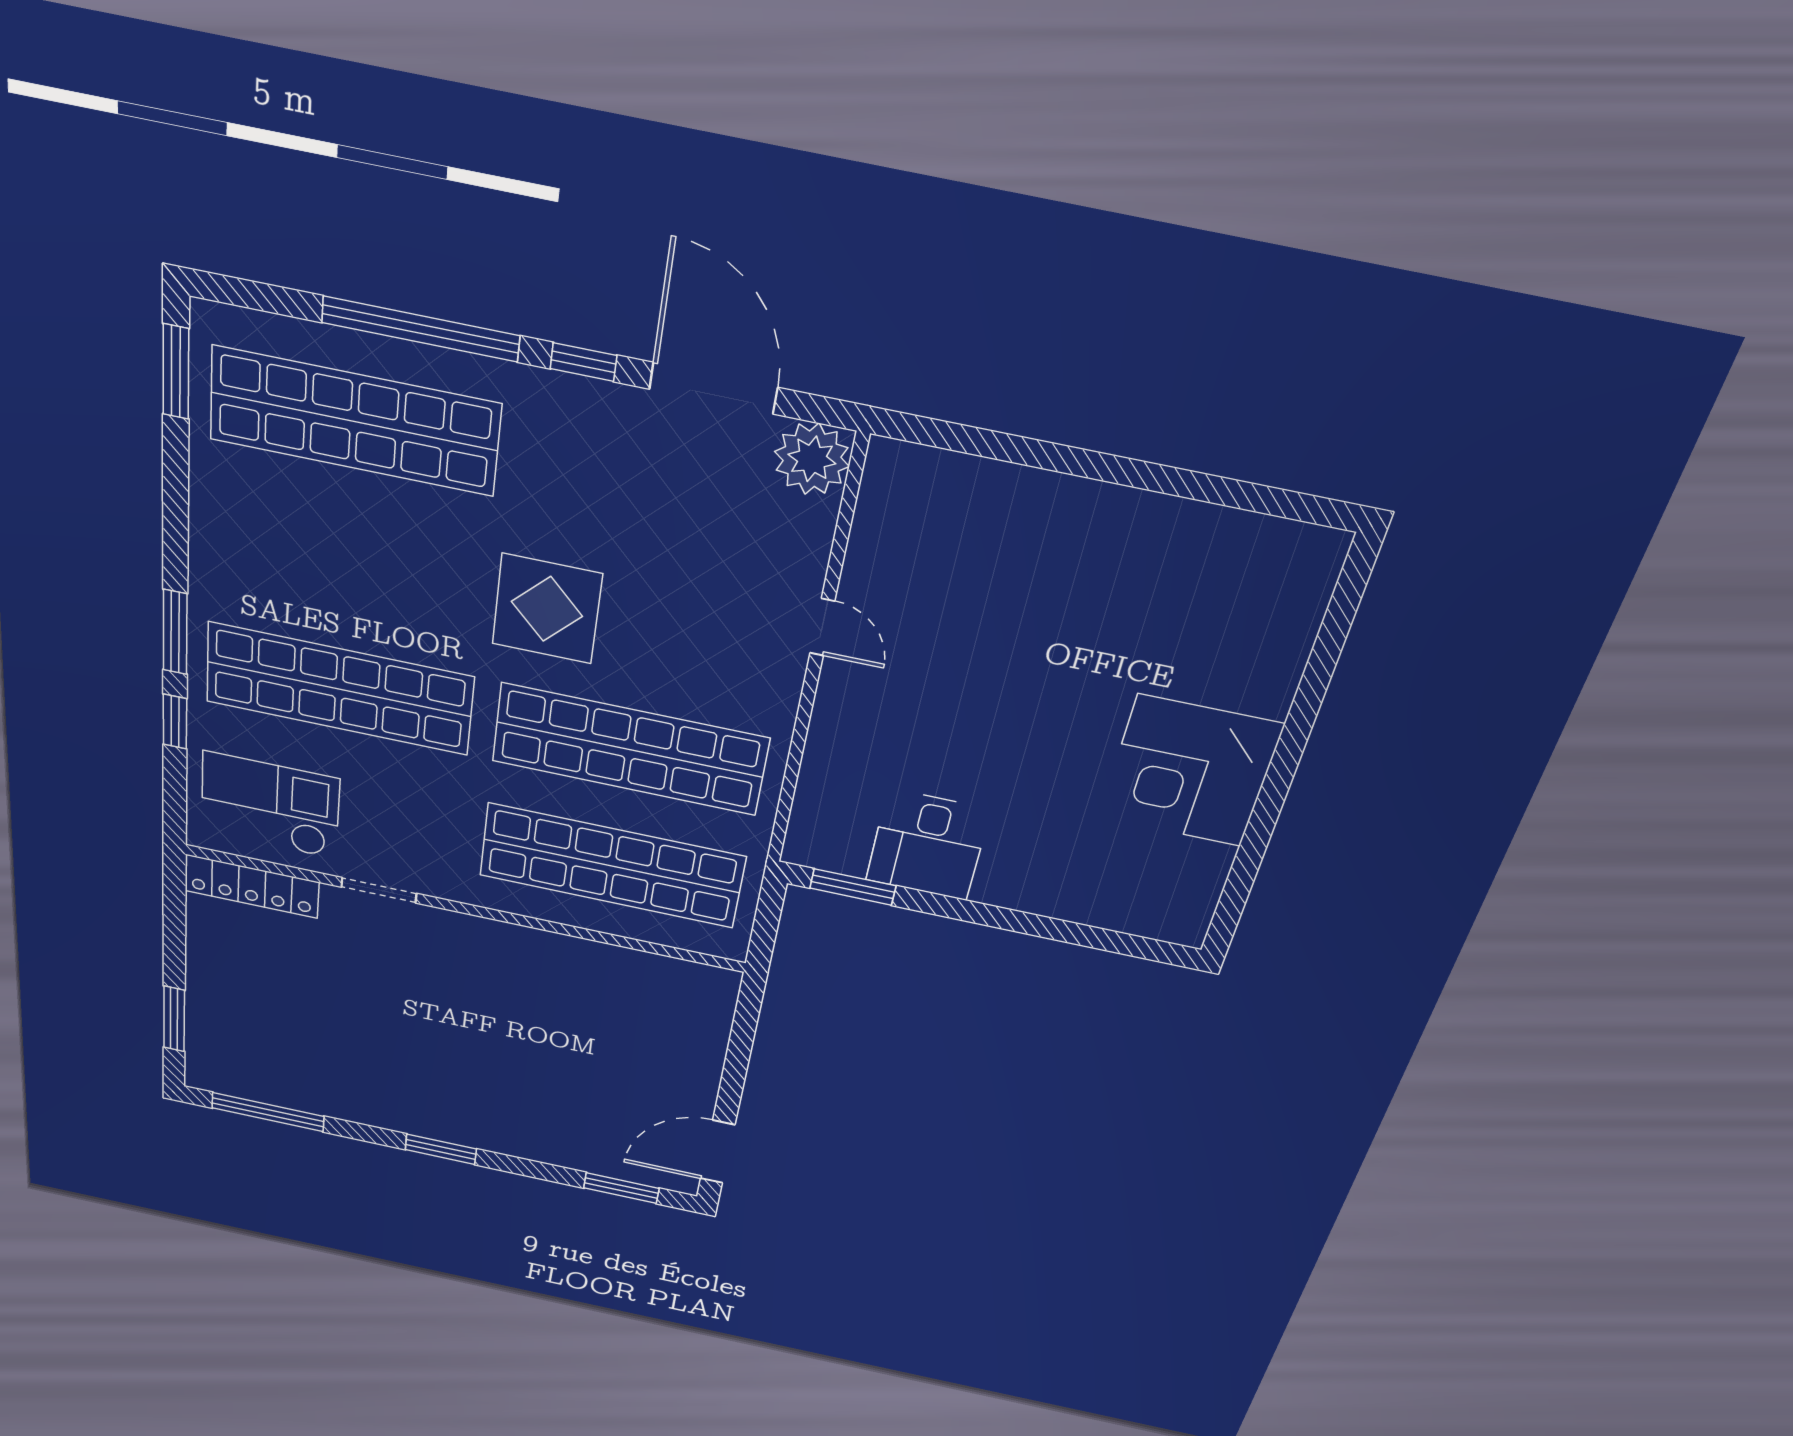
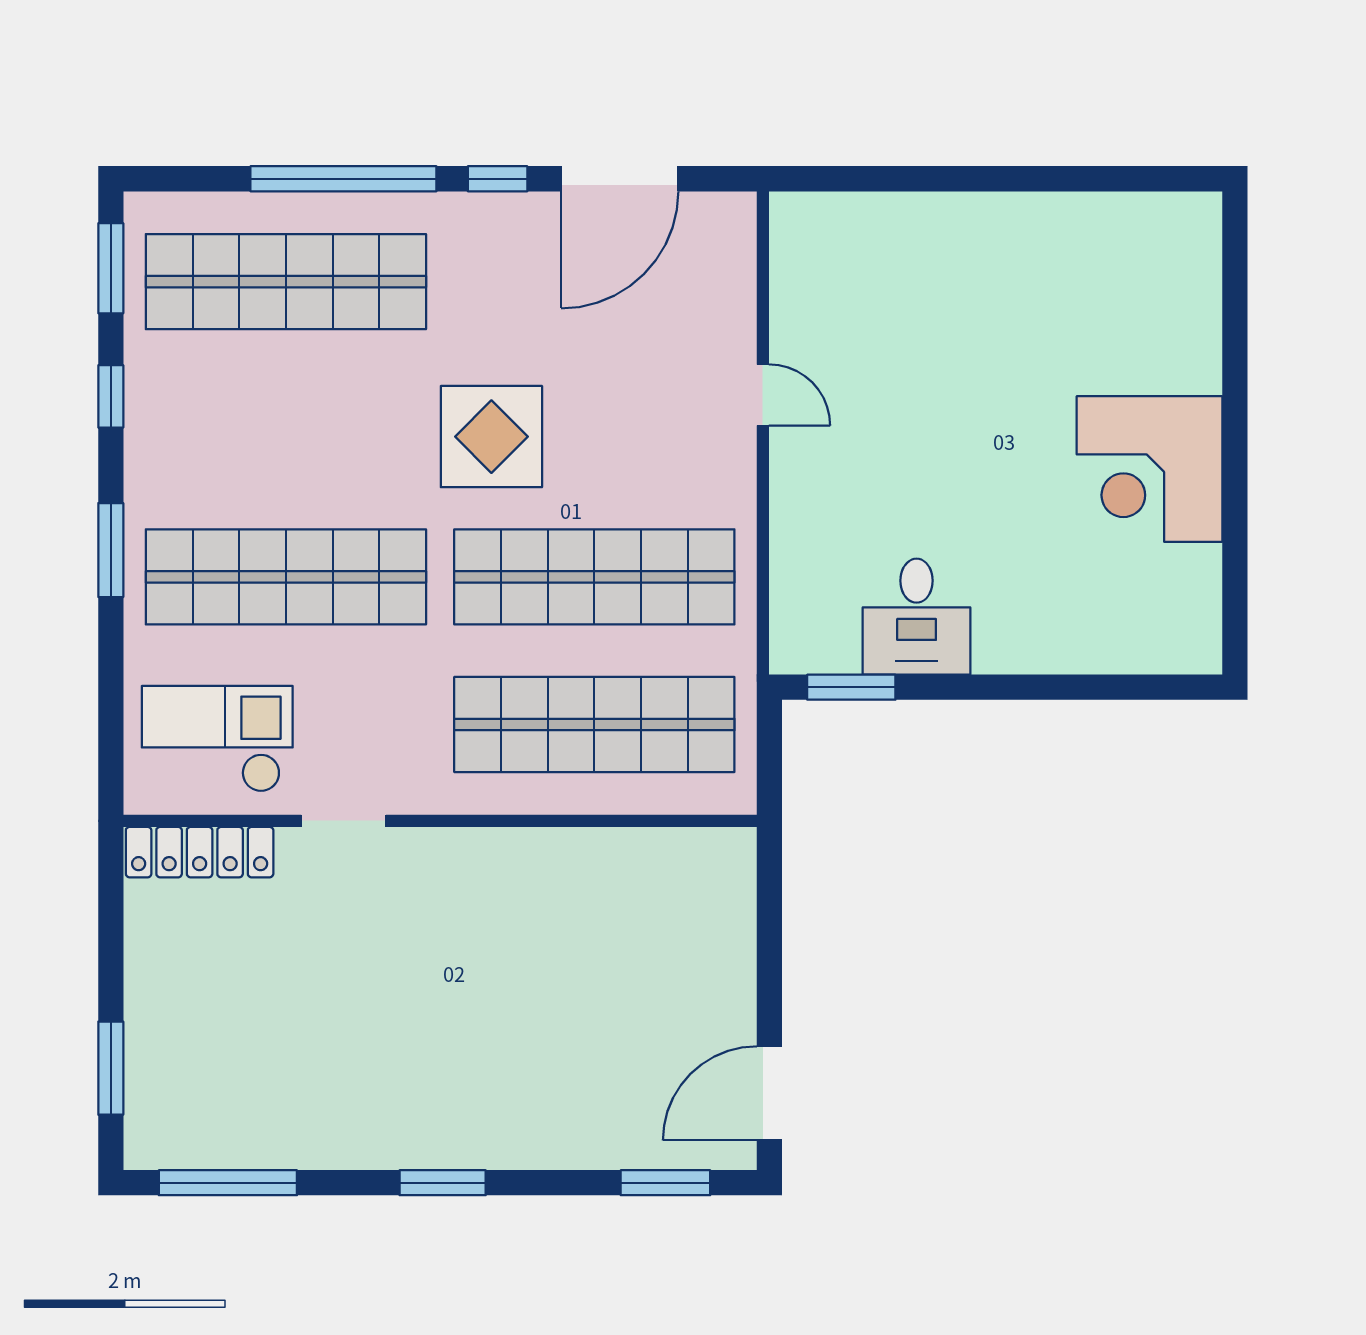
door: (713, 388) -> (620, 179), swing flipped
plant: (812, 459) -> (721, 227), removed
window: (175, 721) -> (111, 396), moved

